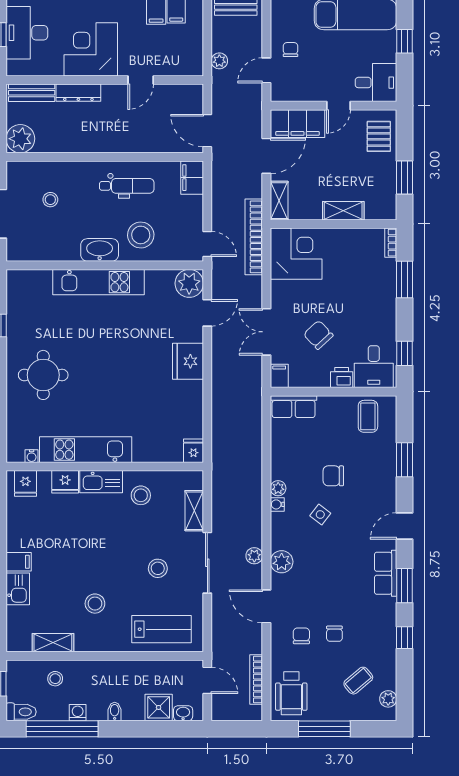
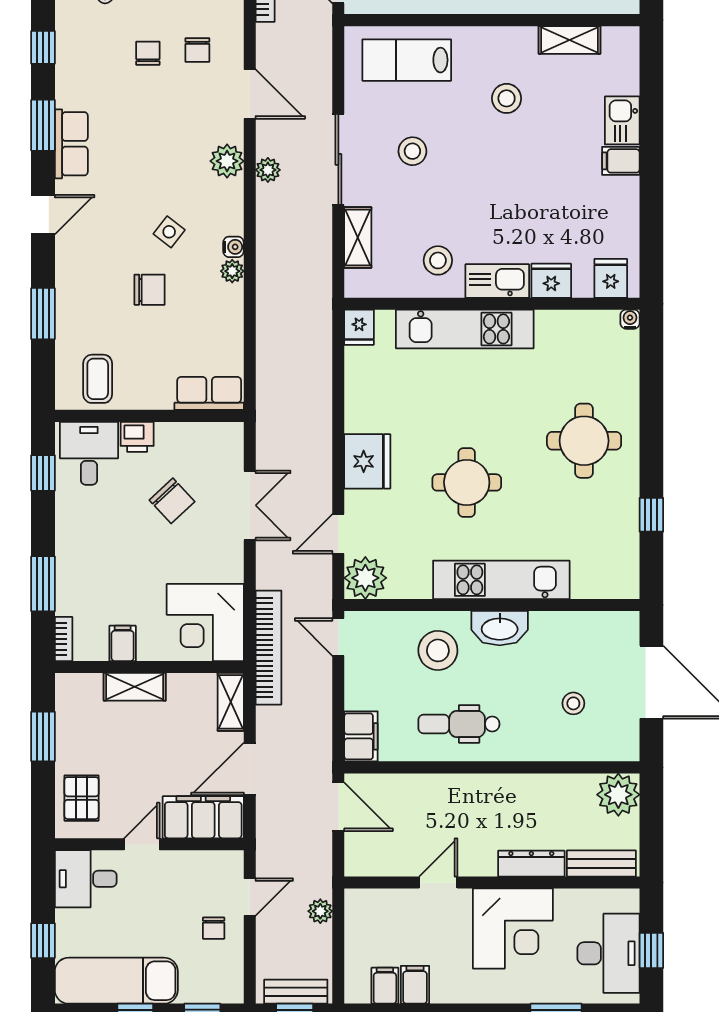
round table: (122, 347) -> (467, 482), added
filing cabinet: (279, 376) -> (123, 643), moved, turned 180
kitchen unit: (86, 450) -> (465, 329), moved
water cooler: (32, 456) -> (630, 319), moved

